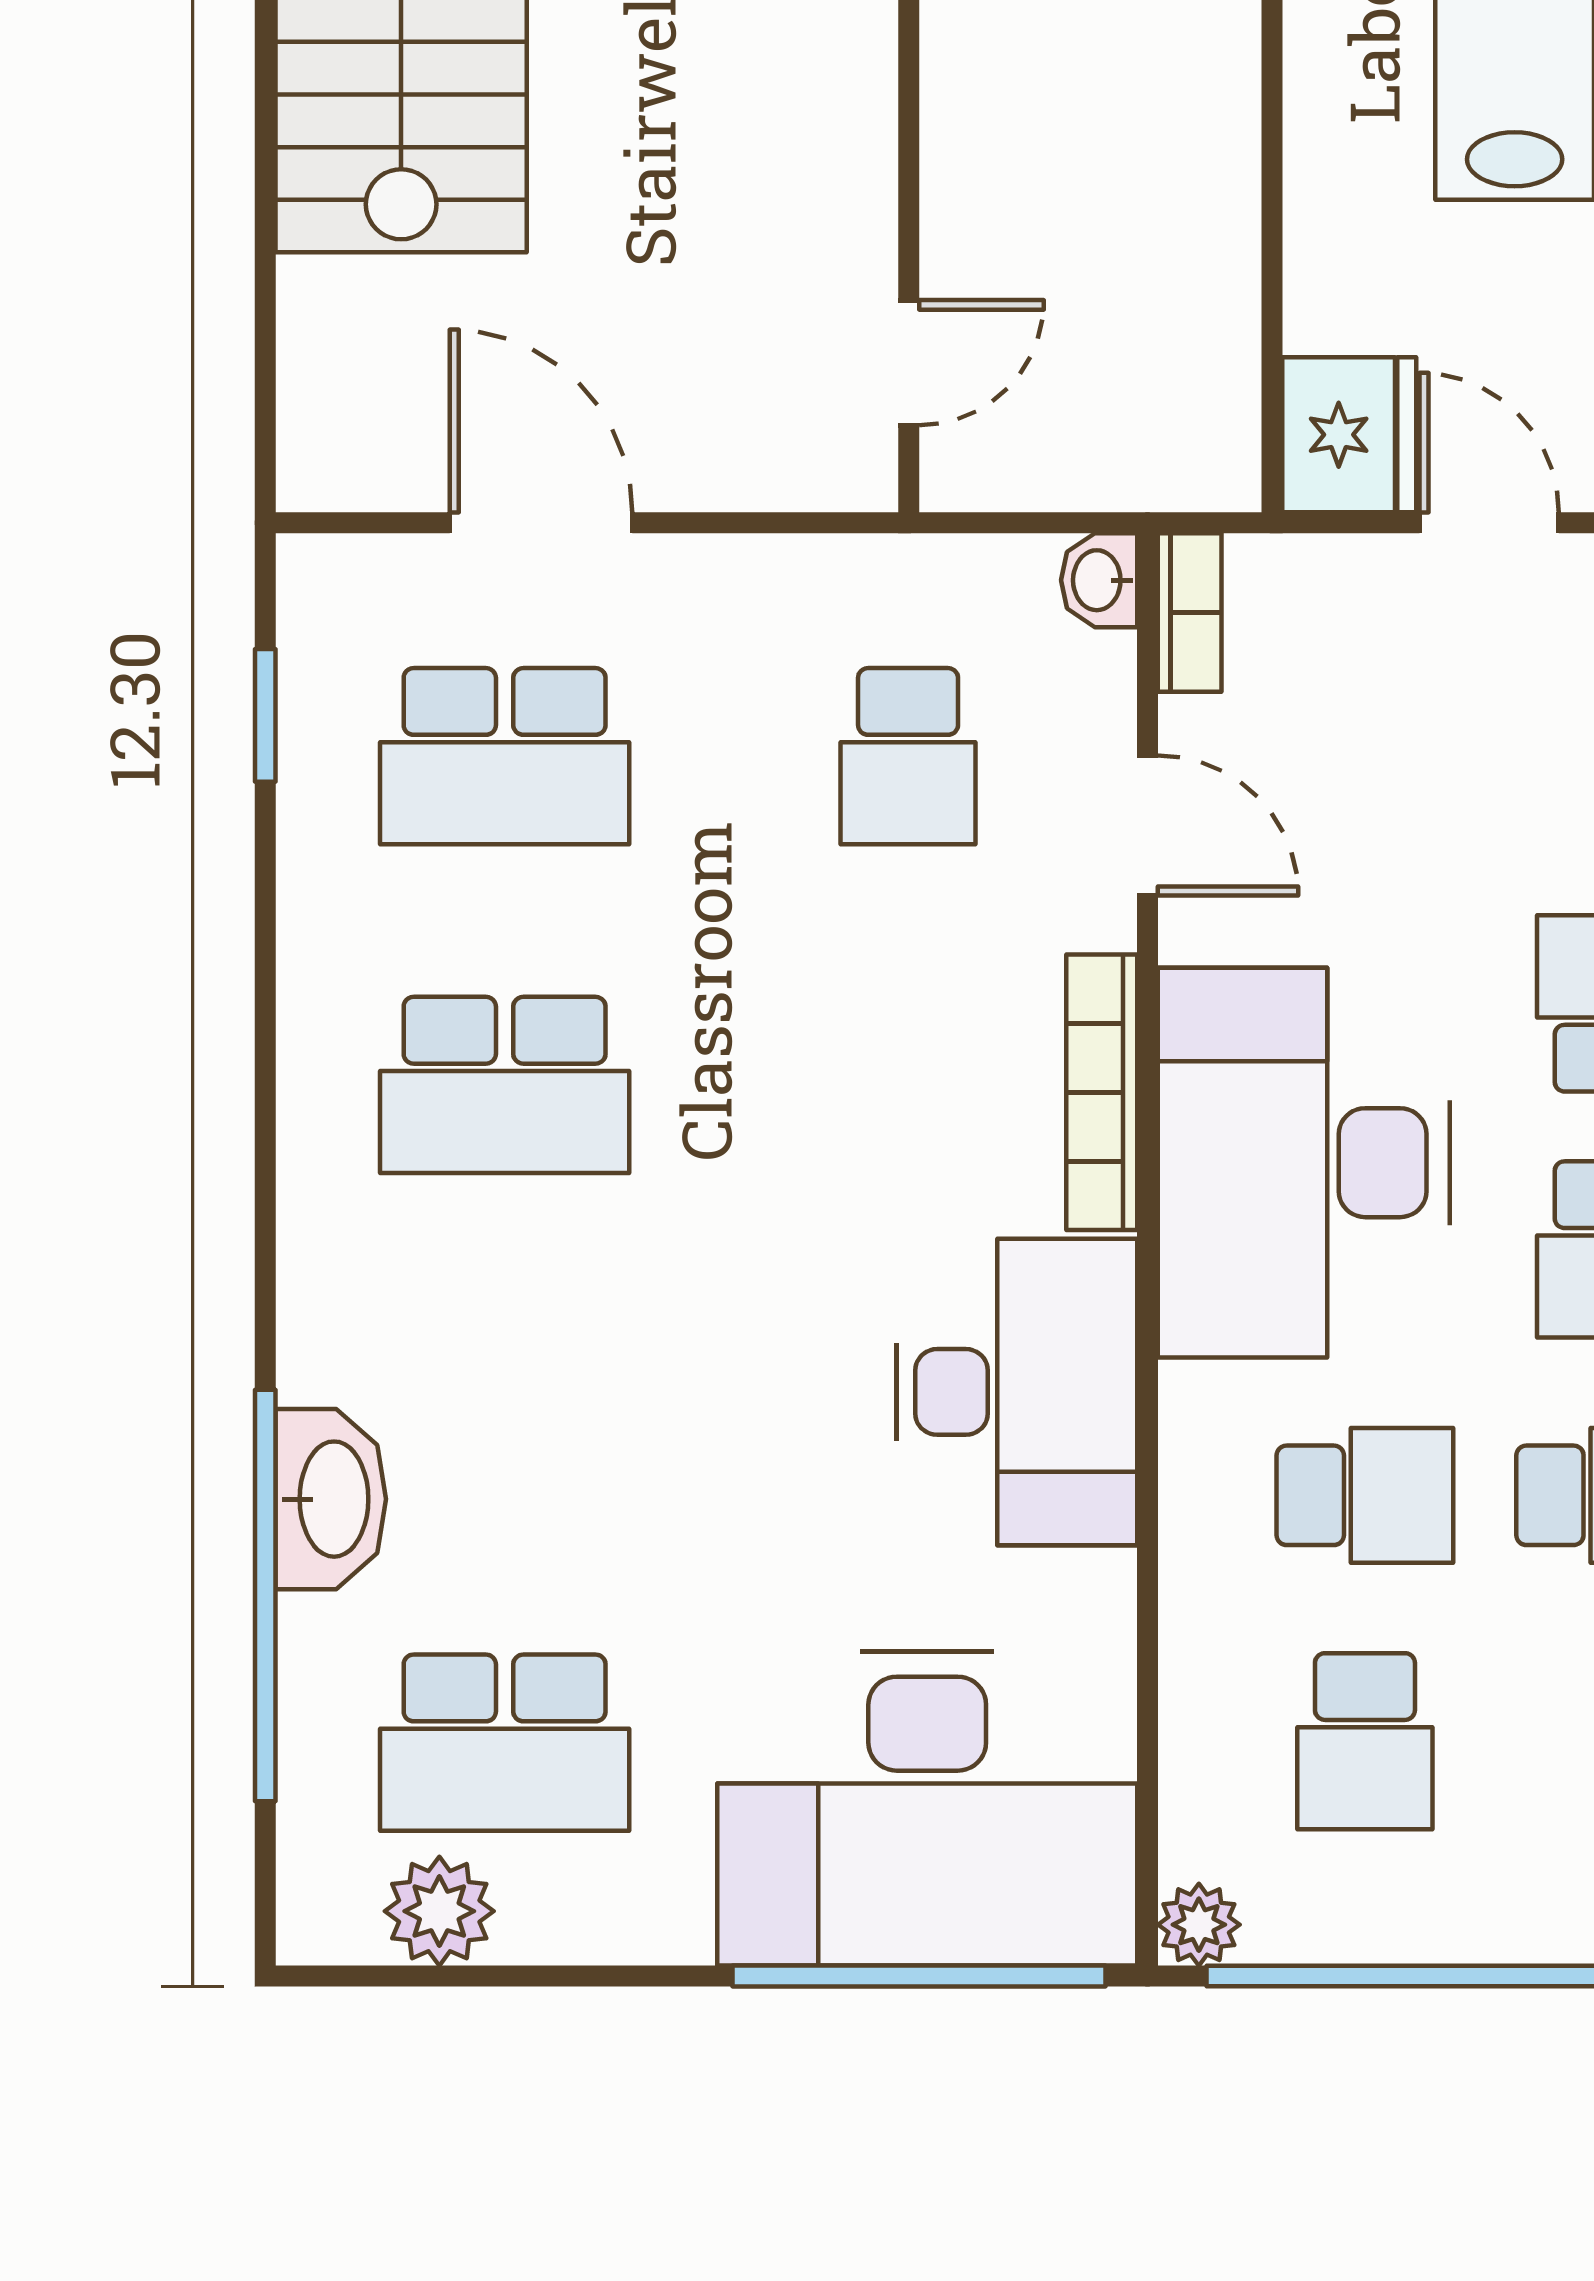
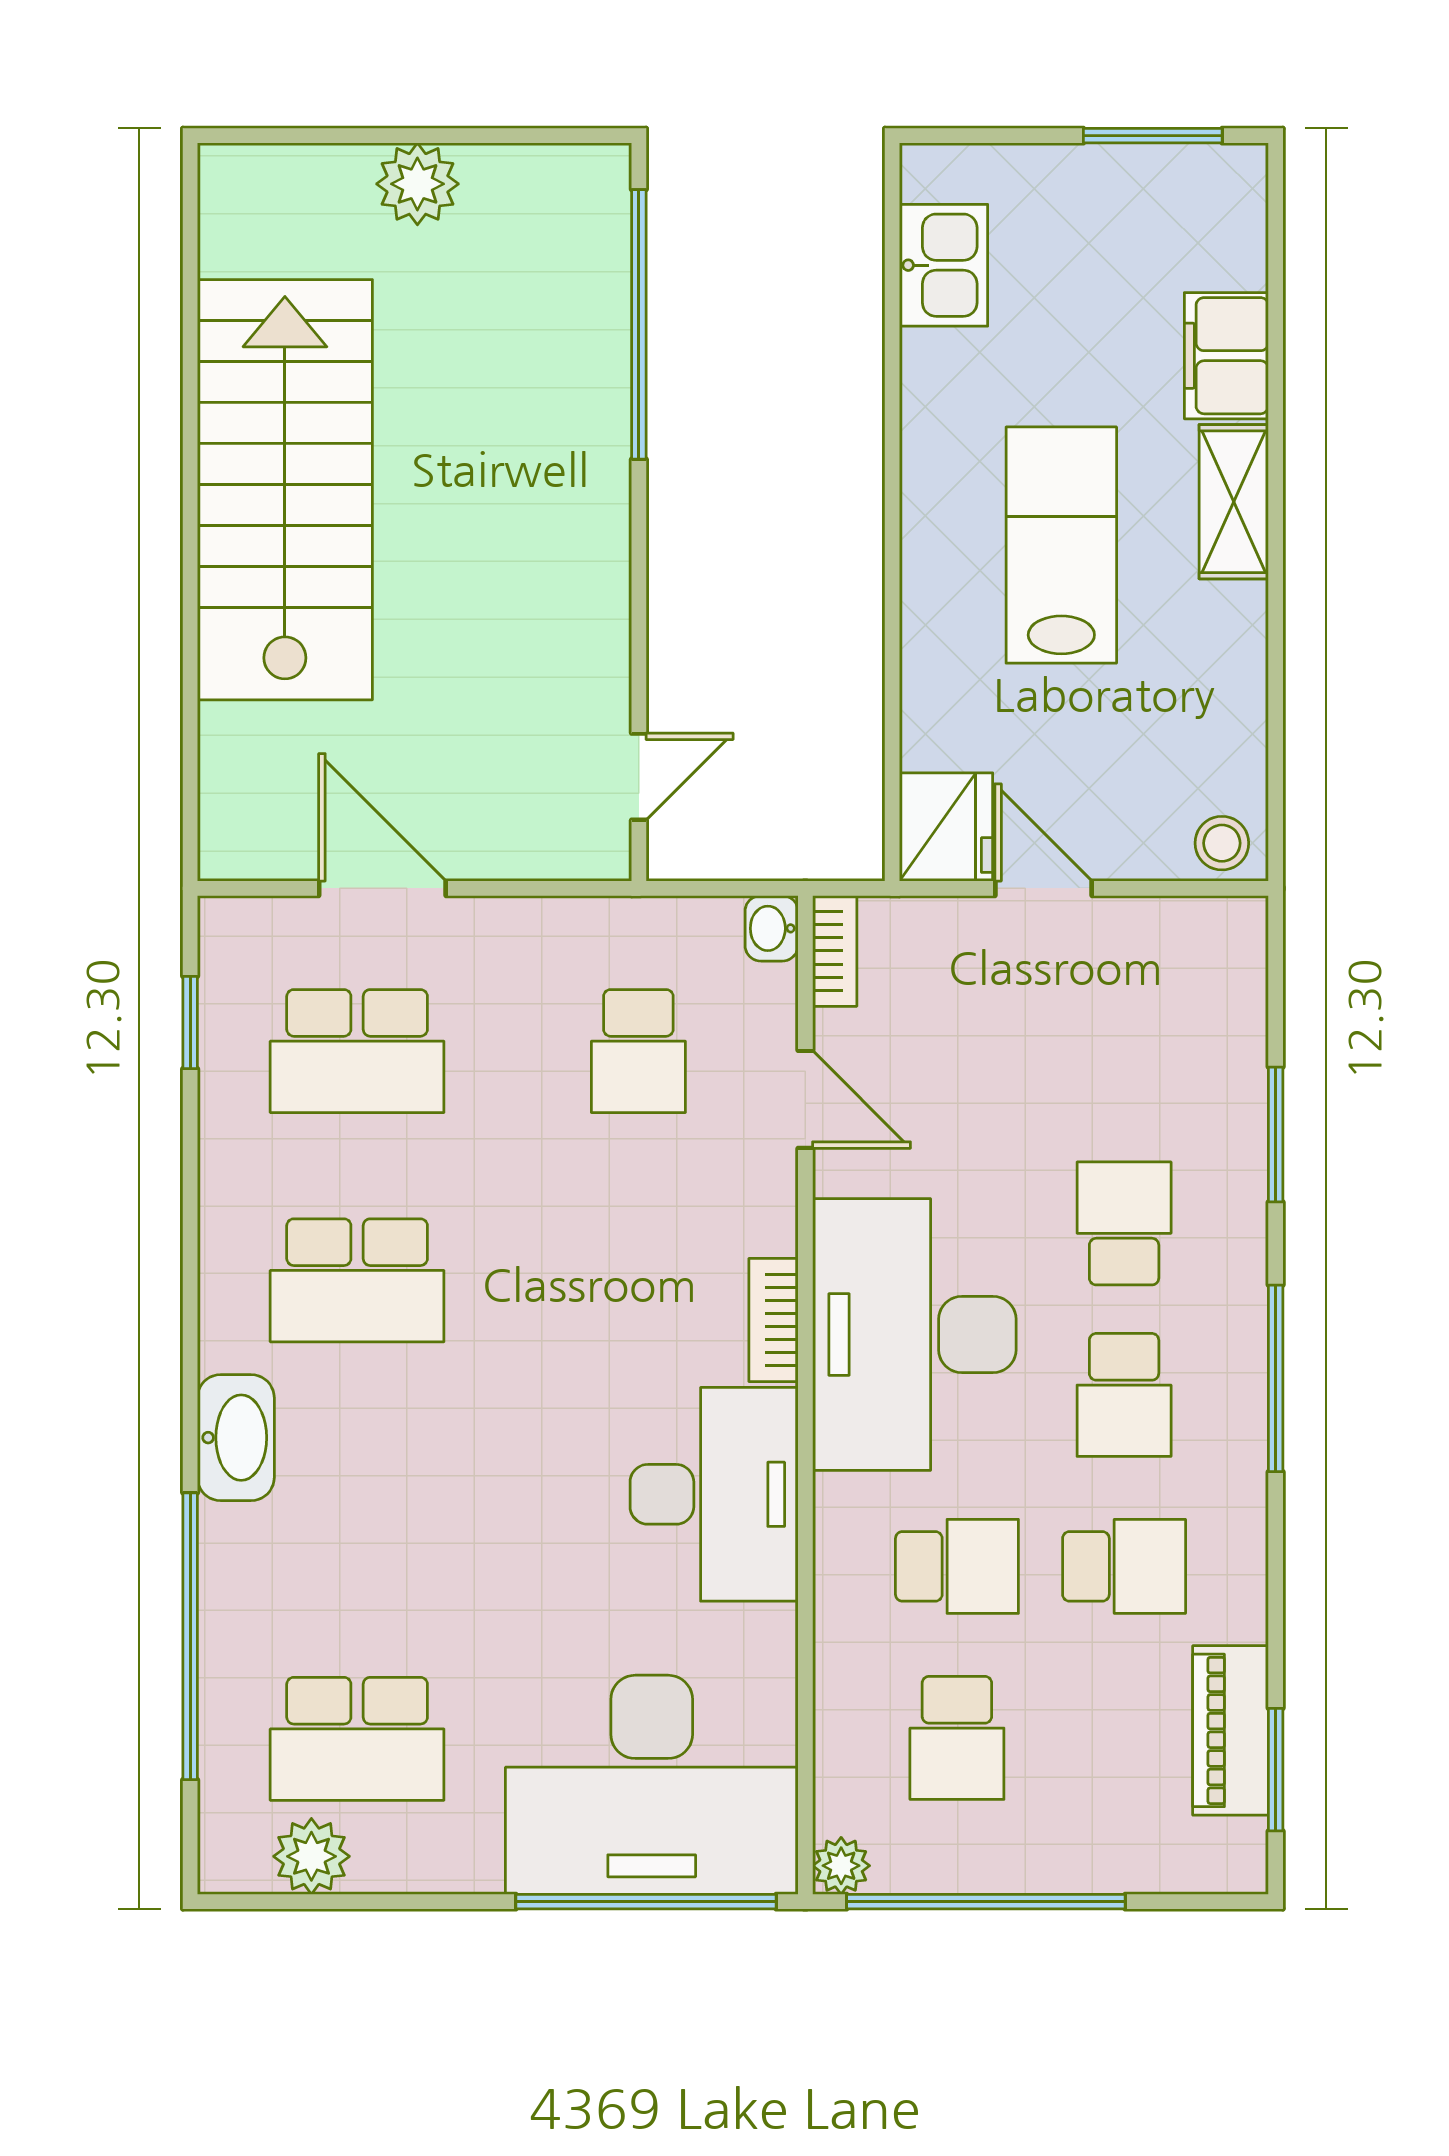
bookcase: (1102, 1092) -> (773, 1320), width x0.64
washbasin: (331, 1499) -> (236, 1438), moved

